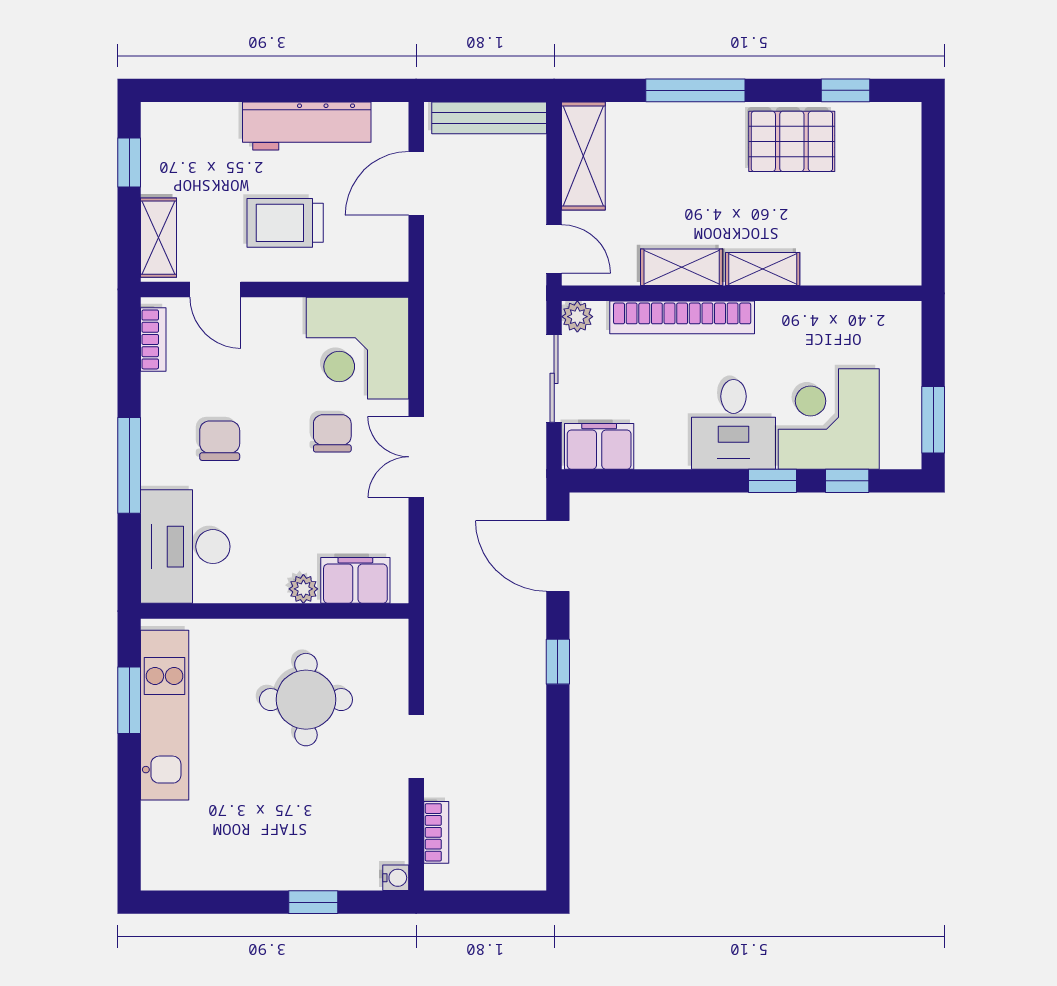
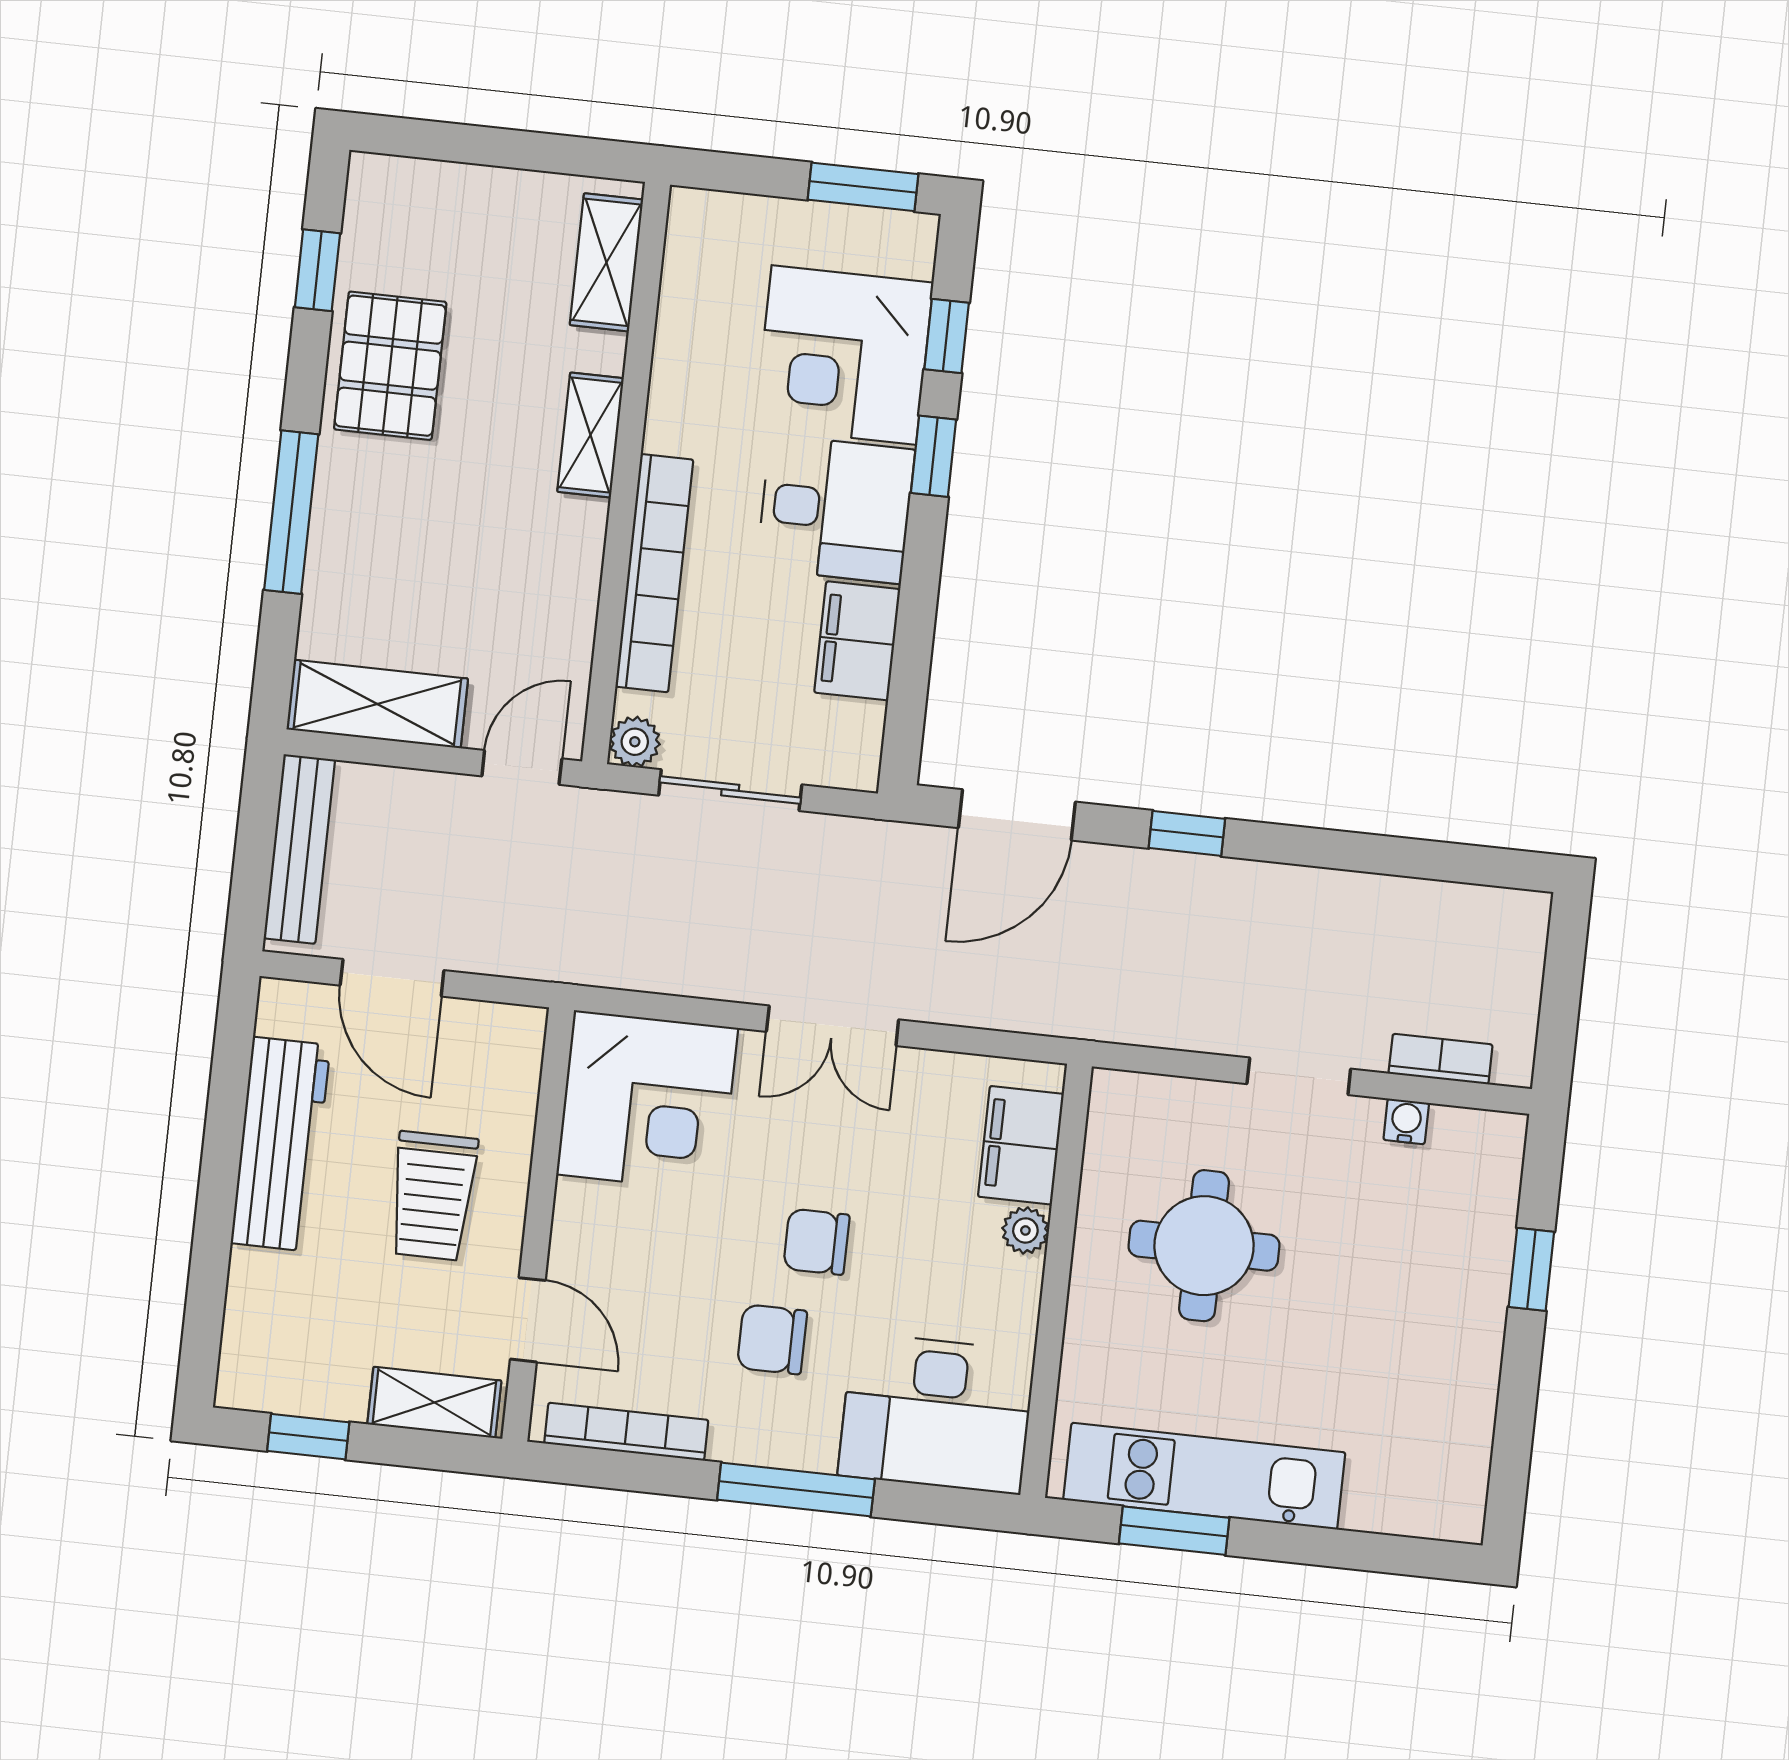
shelving: (682, 267) -> (606, 262), moved
door: (215, 289) -> (528, 1320), hinge flipped
bookcase: (153, 339) -> (626, 1432), width x1.56
chair: (332, 433) -> (816, 1242), moved
filing cabinet: (599, 446) -> (857, 641), moved
water cooler: (396, 878) -> (1406, 1121), moved

